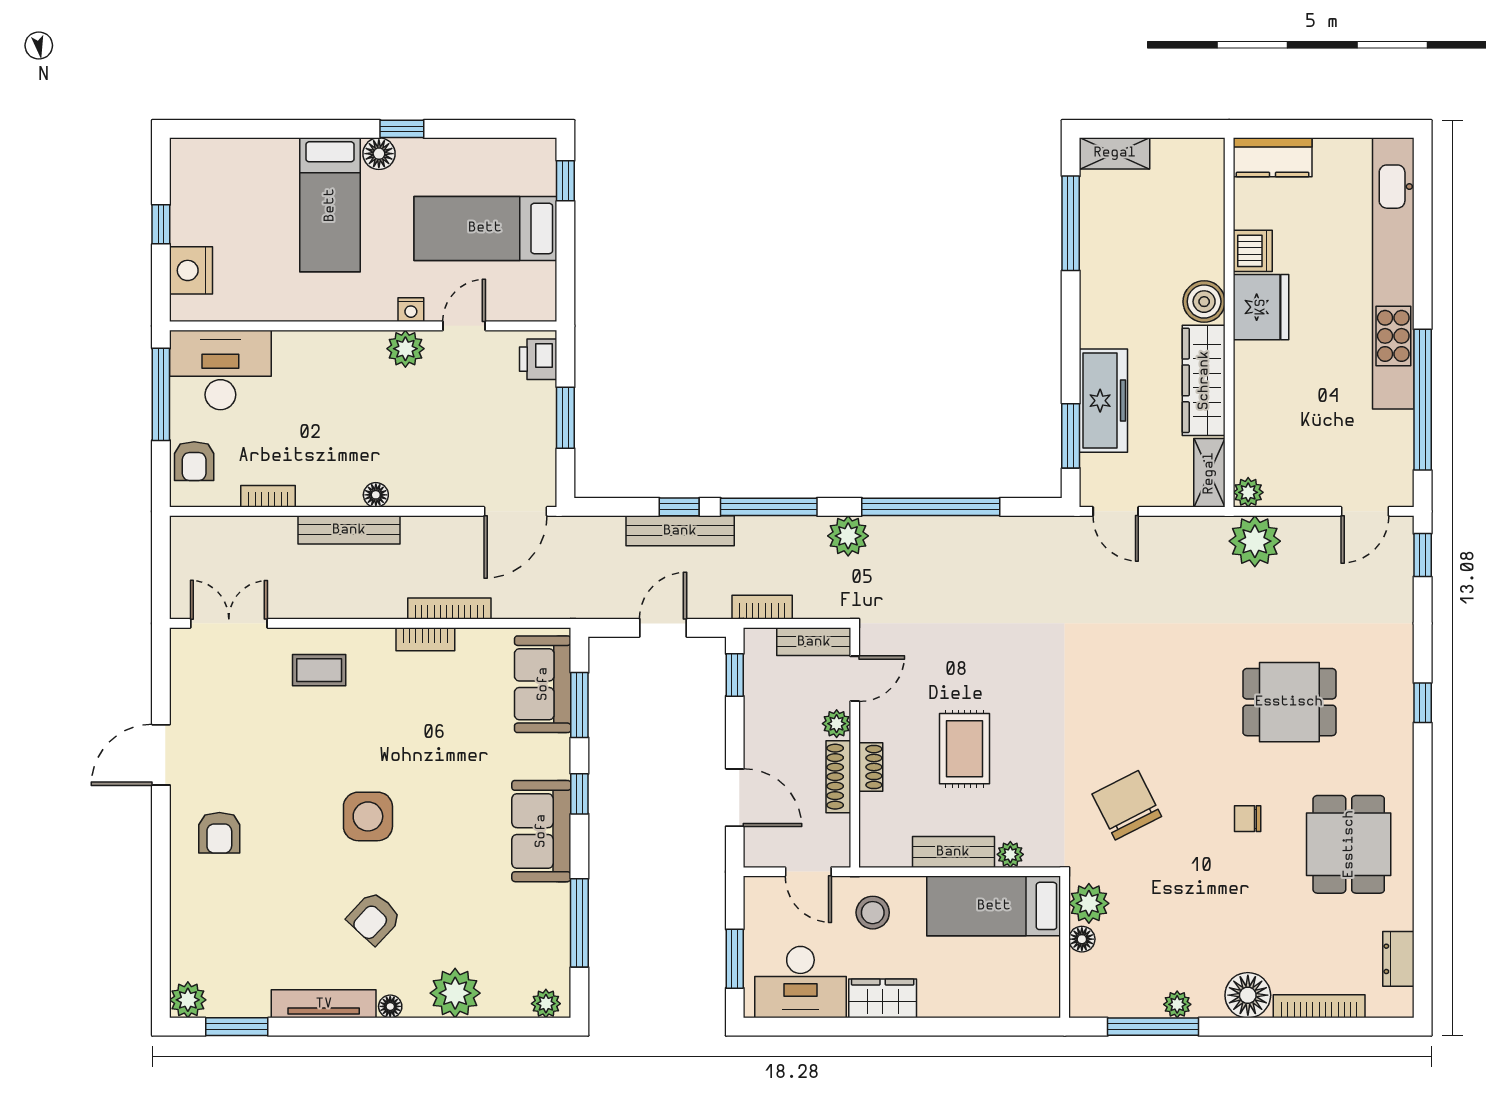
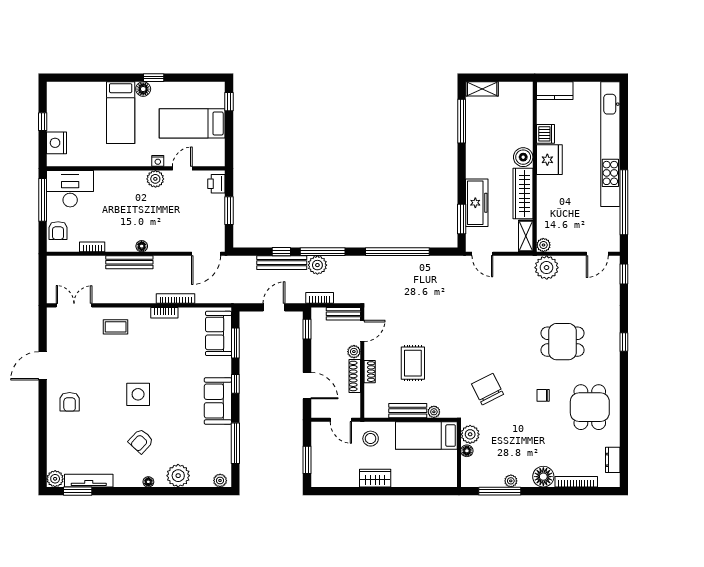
plant: (848, 536) -> (317, 265), moved
desk: (800, 982) -> (337, 471), removed
tv unit: (324, 1004) -> (89, 481), moved

